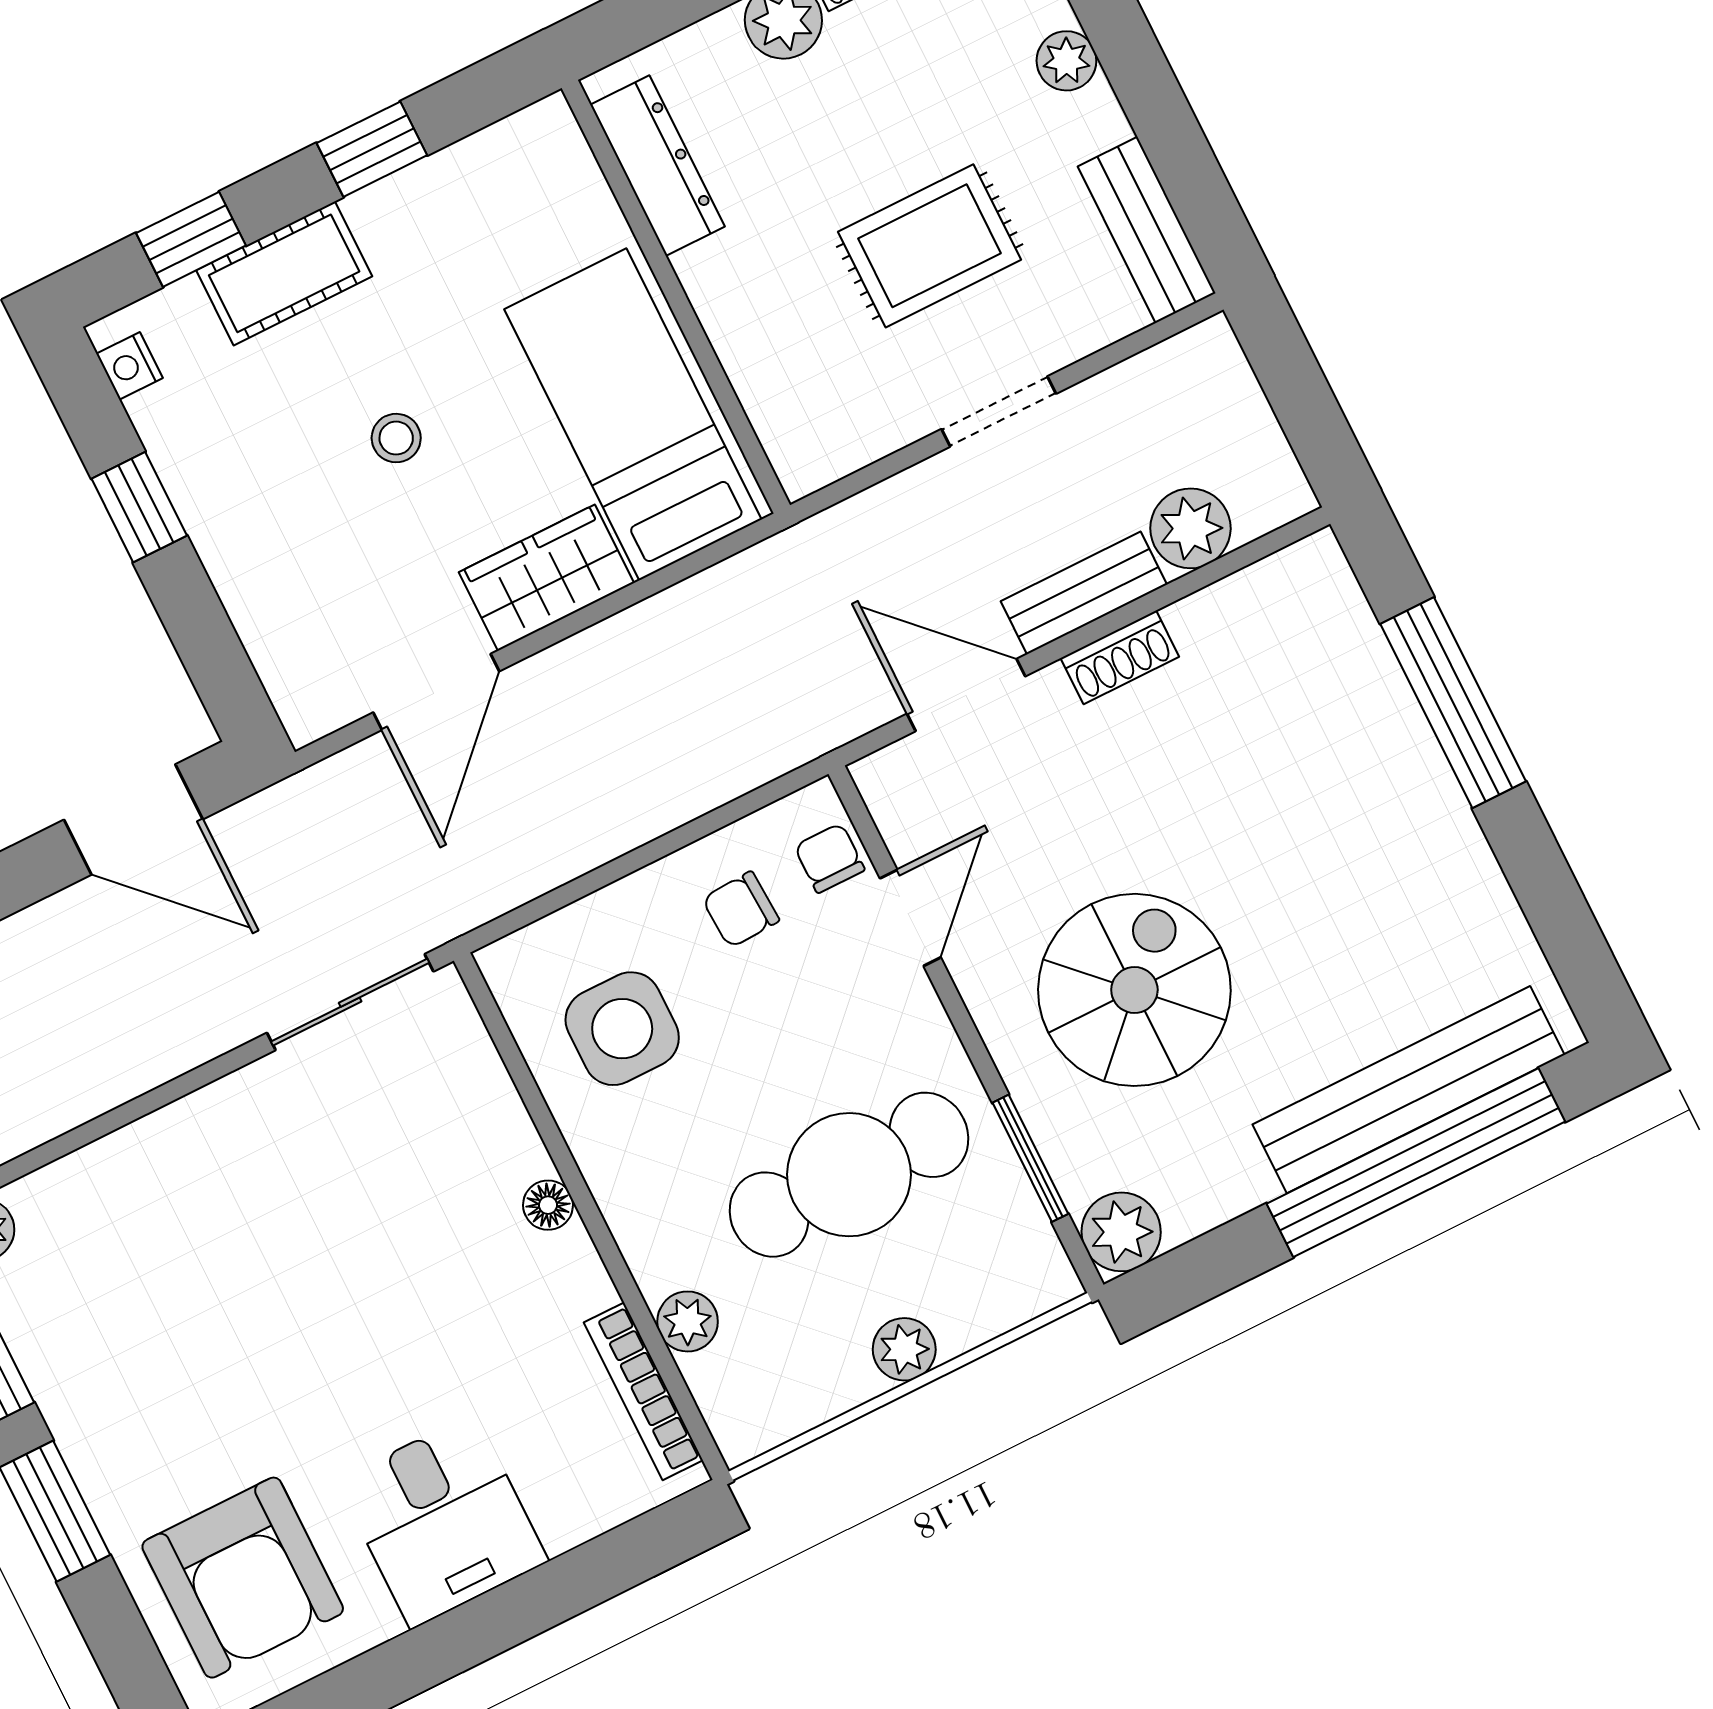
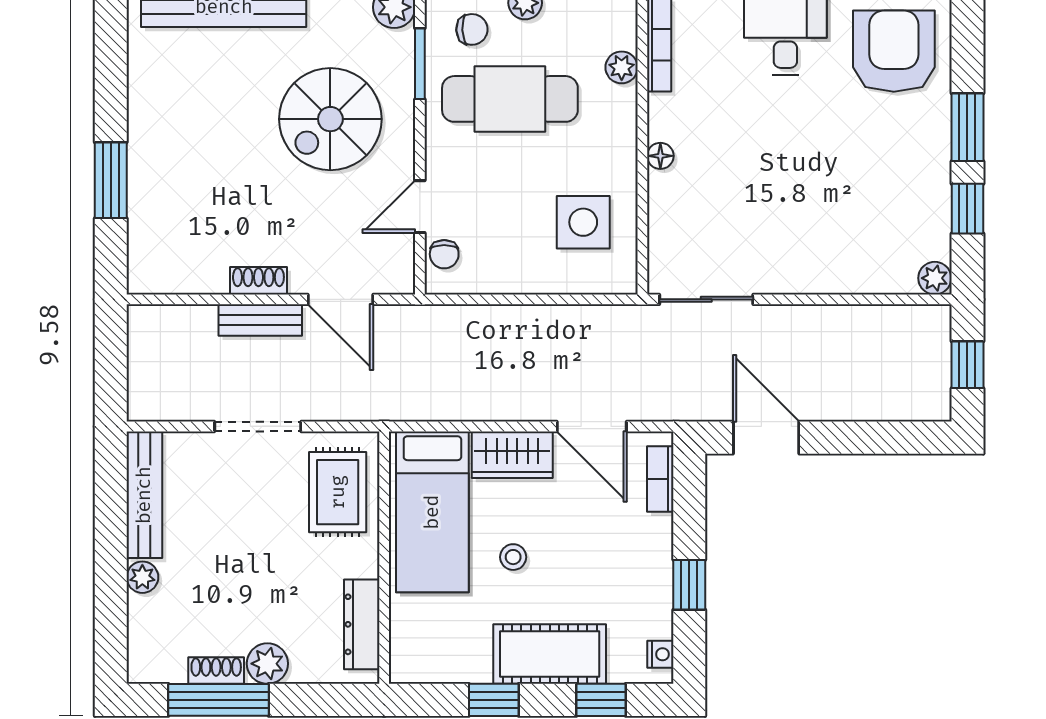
bench: (1147, 230) -> (144, 495), width x1.36
rug: (930, 246) -> (338, 492), moved, turned 90
cot: (284, 273) -> (550, 654), width x1.37, depth x1.34
doorway: (999, 411) -> (258, 426), width x1.38
stool: (396, 438) -> (513, 557), moved
plant: (1190, 528) -> (194, 325), removed
bookcase: (277, 661) -> (660, 479), added
door: (436, 692) -> (592, 426), swing flipped
window: (1453, 703) -> (111, 180), width x0.69
chair: (741, 910) -> (472, 29), moved

